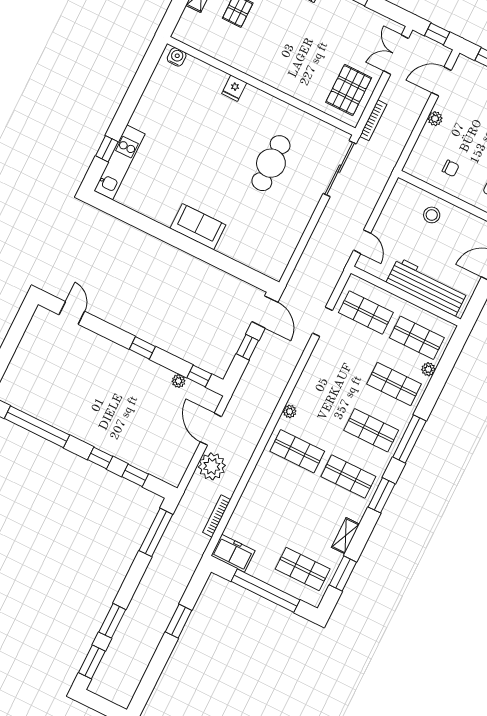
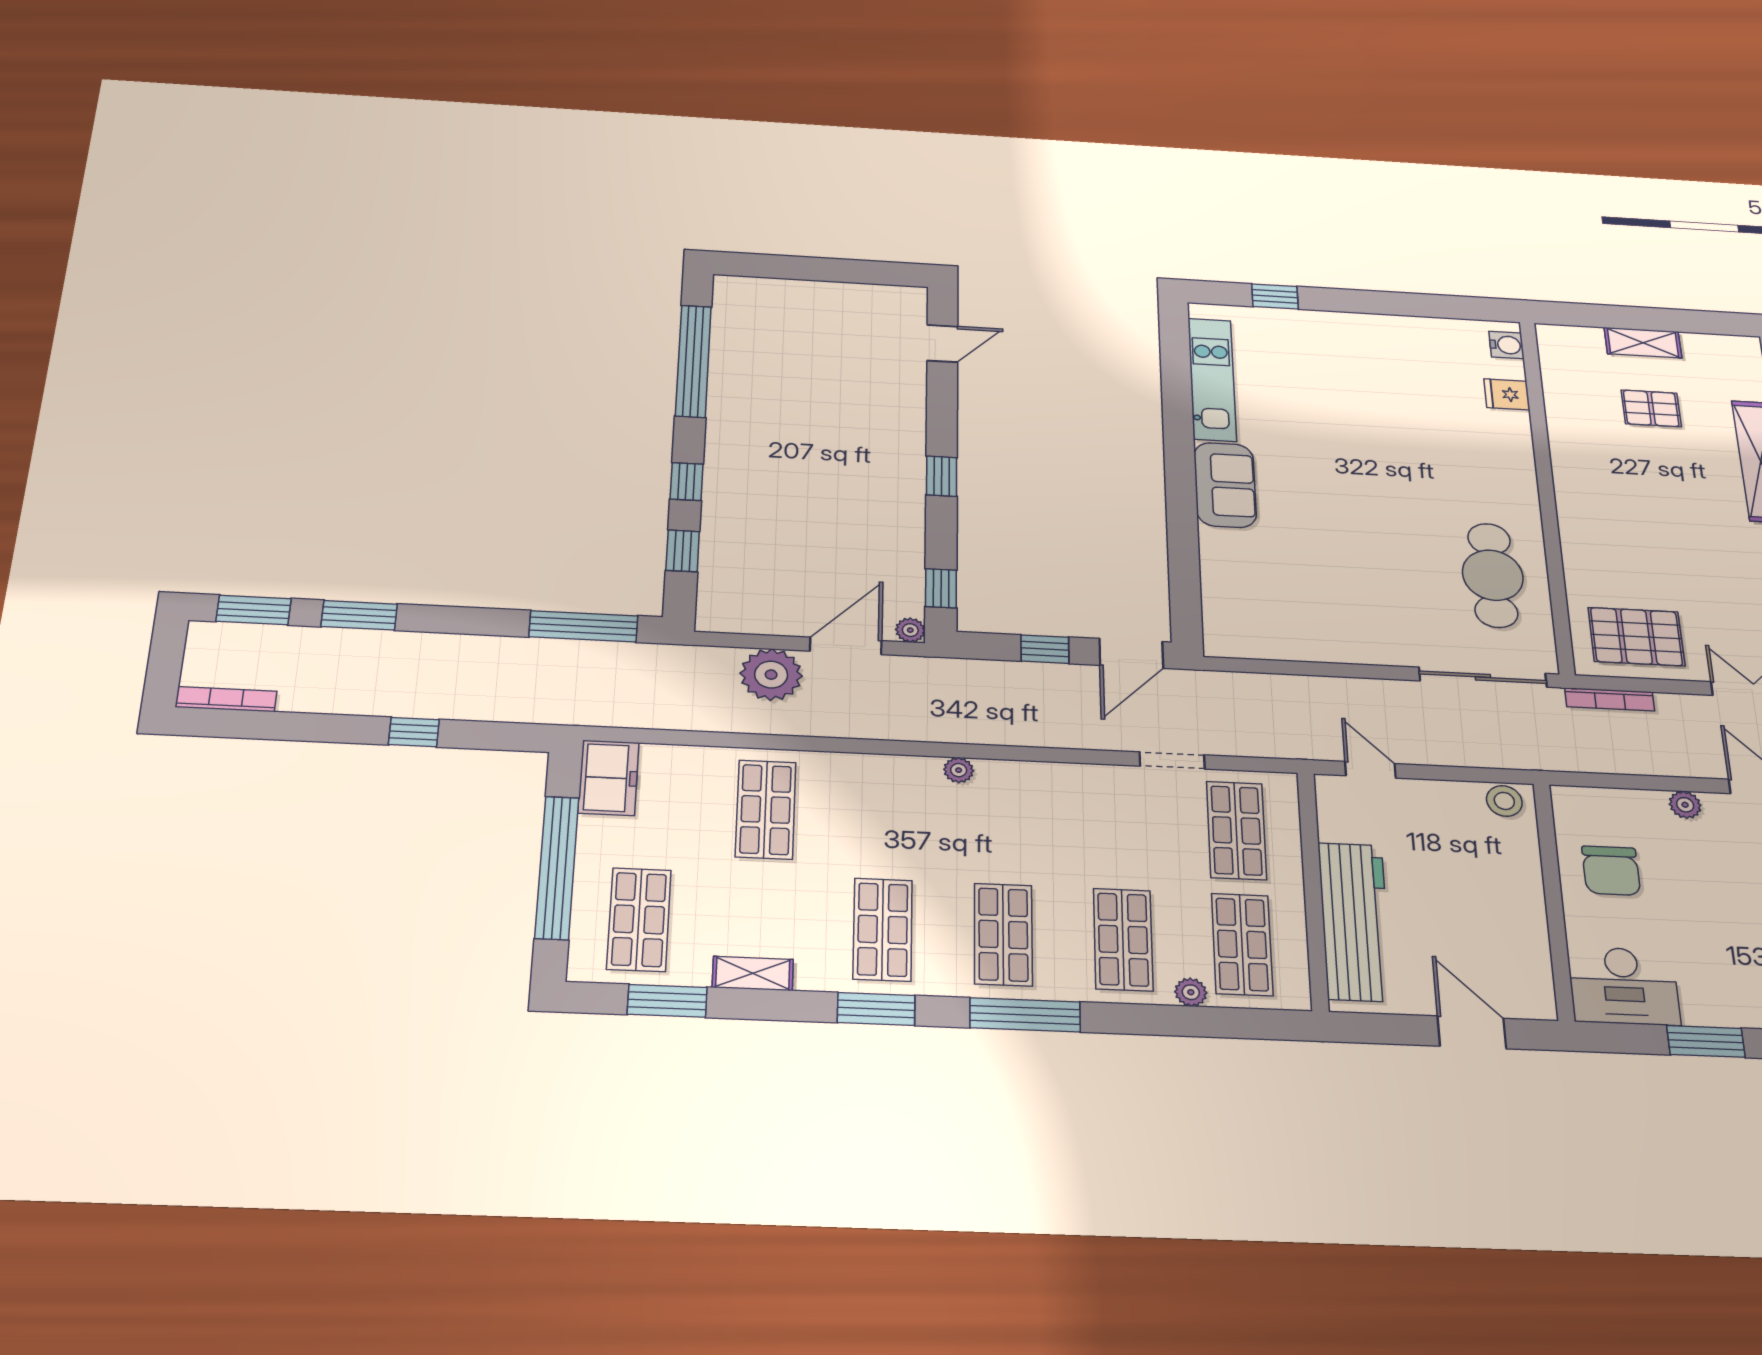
fridge: (234, 88) -> (1507, 394), moved
kitchen unit: (120, 162) -> (1212, 379), moved, turned -90
cafe table: (271, 163) -> (1493, 575), moved, turned 90
chair: (451, 168) -> (1611, 871), width x1.87, depth x1.87
stool: (432, 215) -> (1504, 801), moved
door: (362, 242) -> (1370, 770), swing flipped
plant: (179, 381) -> (910, 630), moved
shop shelf: (297, 451) -> (766, 809), moved
bookcase: (217, 516) -> (226, 699), moved
window: (179, 621) -> (414, 732), width x0.67

